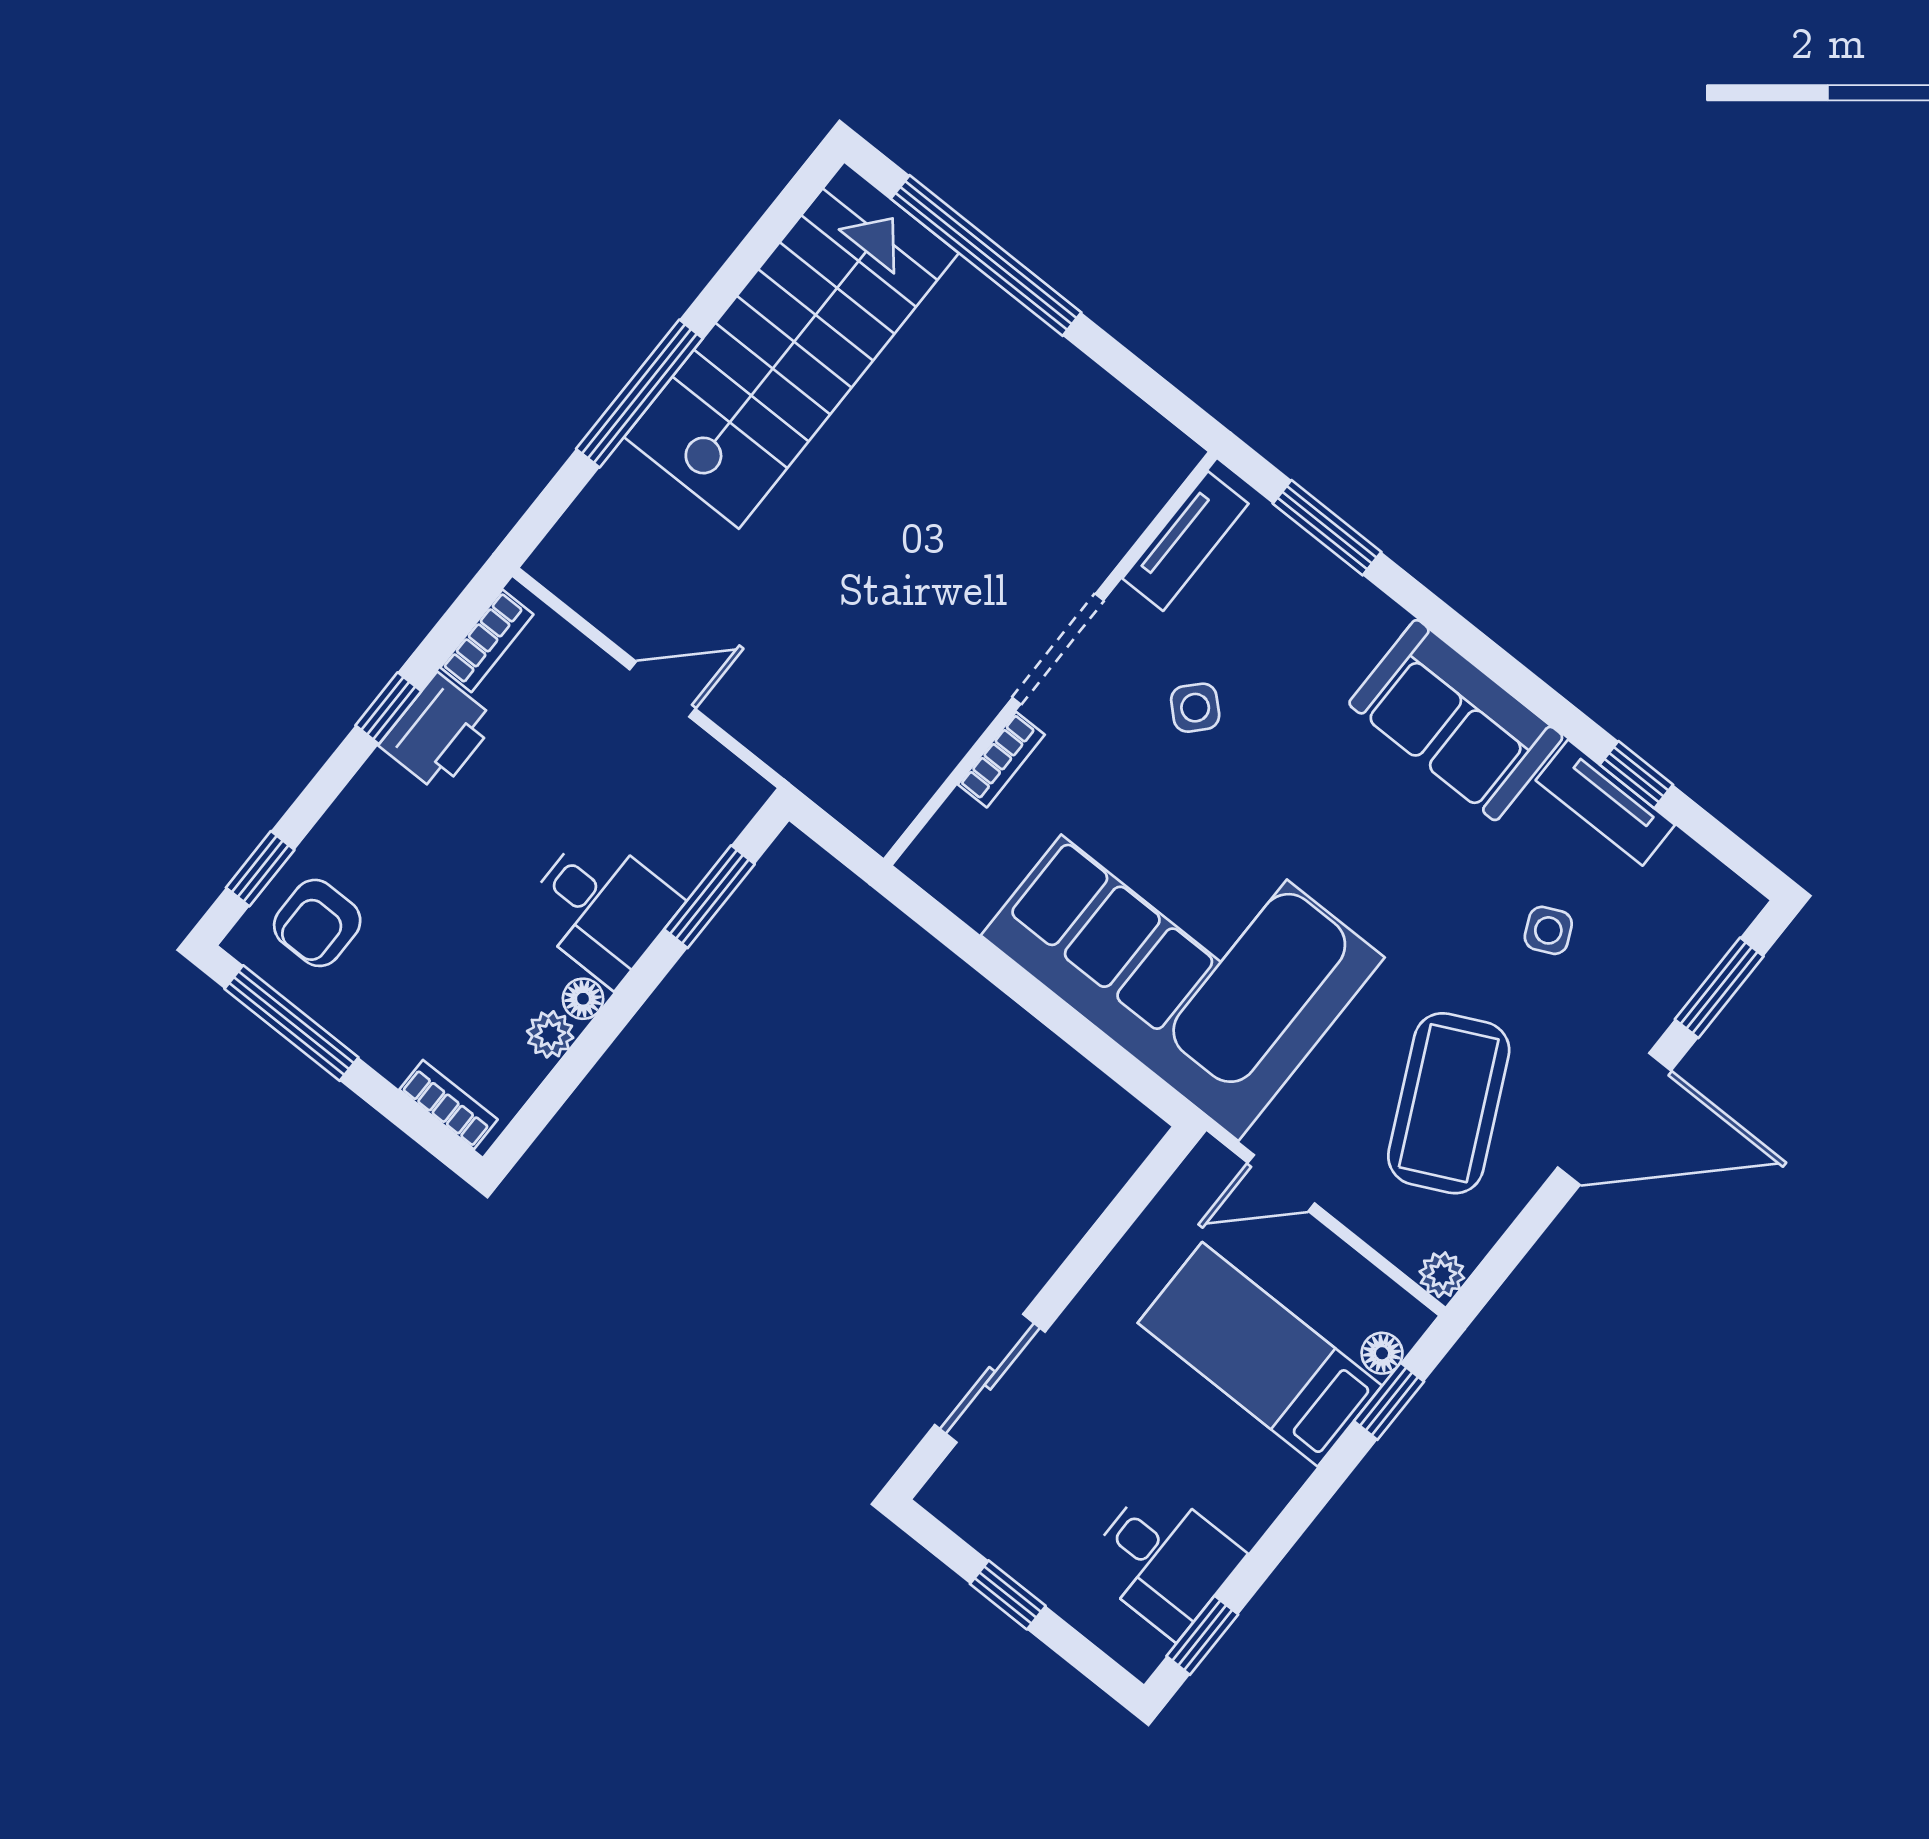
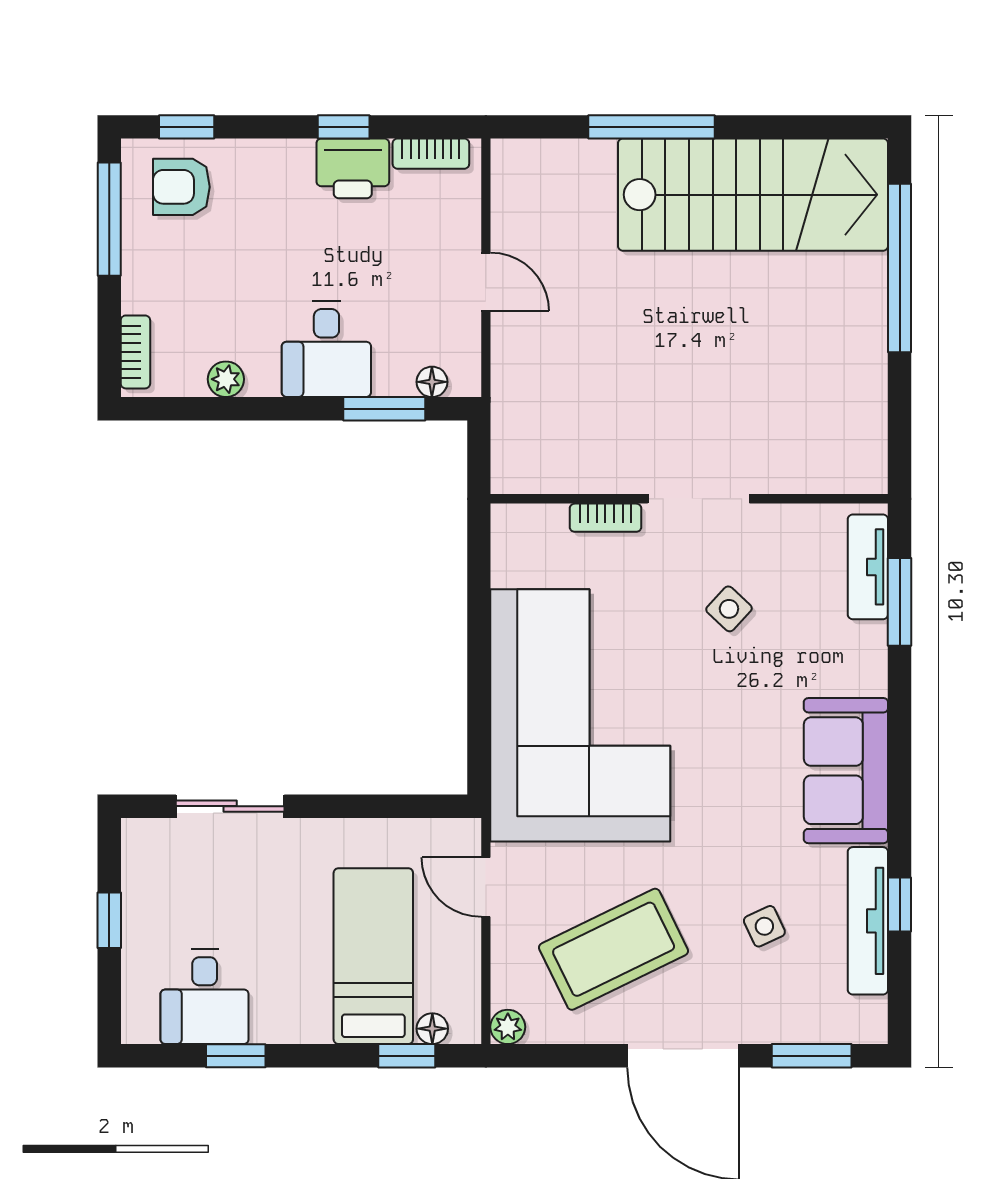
tv unit: (1185, 541) -> (868, 567), moved, turned 90
tv unit: (1605, 803) -> (868, 921), width x1.41
floor lamp: (583, 999) -> (432, 382), moved
window: (1202, 1635) -> (236, 1056), moved

